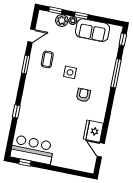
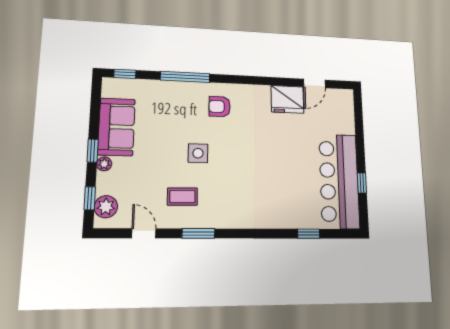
plant: (62, 21) -> (106, 207), moved
armchair: (83, 95) -> (220, 107), moved
window: (16, 111) -> (309, 234), moved
bar counter: (32, 150) -> (339, 181), width x1.36
window: (25, 163) -> (362, 183), moved

